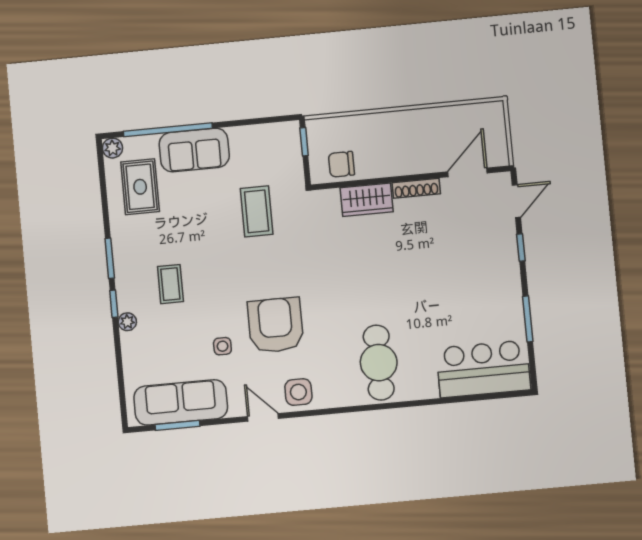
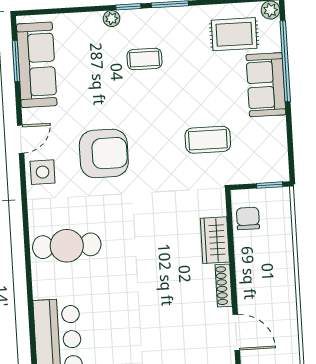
side table: (222, 346) -> (86, 105), removed

